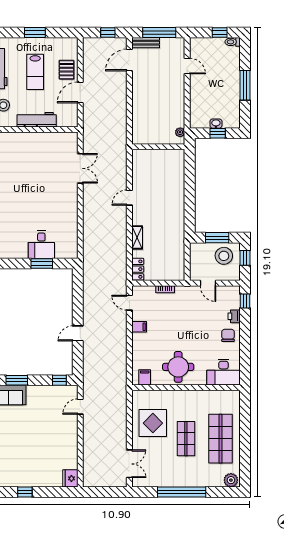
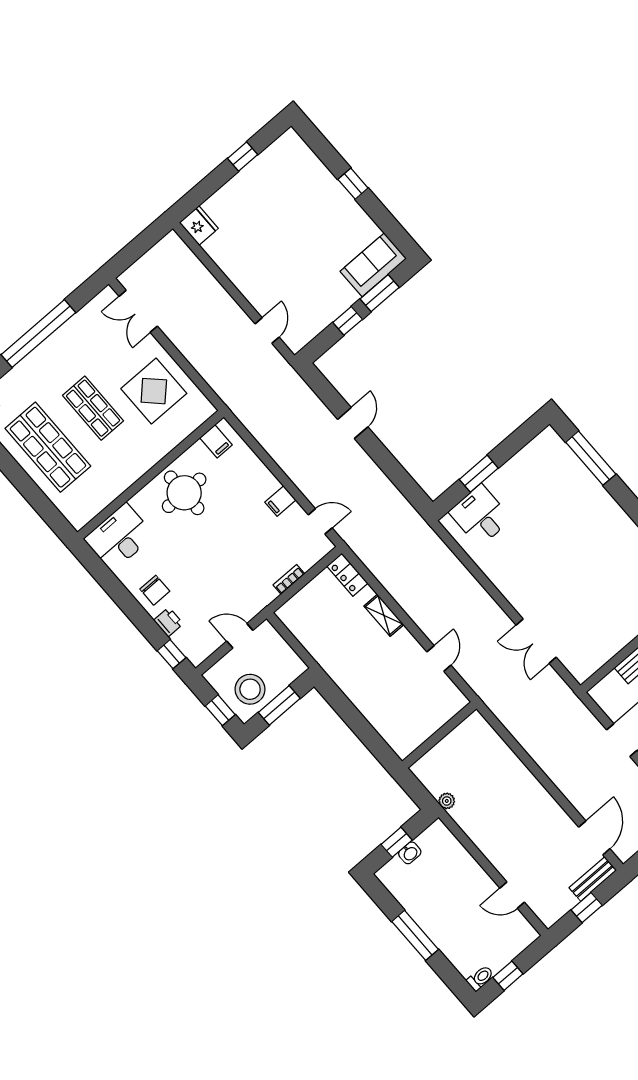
window: (159, 32) -> (587, 908), width x0.46
wall: (158, 147) -> (439, 735), moved
desk: (41, 245) -> (480, 516), moved
window: (59, 380) -> (348, 321), moved

